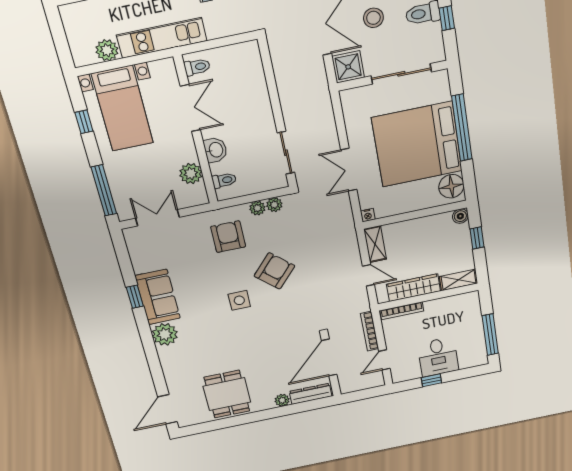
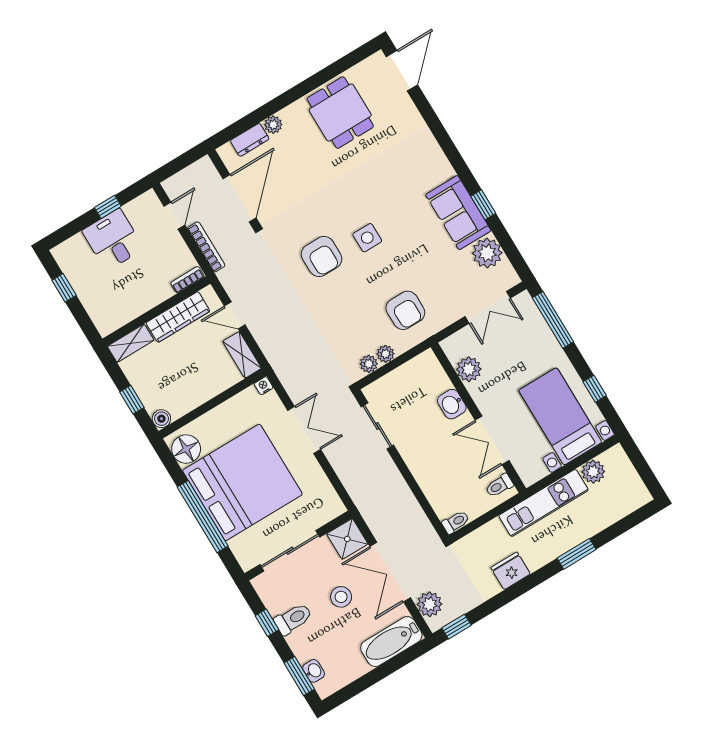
toilet: (224, 180) -> (456, 522), moved, turned 180
armchair: (274, 271) -> (322, 256), moved, turned -42
bookcase: (402, 311) -> (187, 280), width x0.64
plant: (165, 334) -> (487, 253), moved
window: (490, 335) -> (64, 288), width x0.46
dresser: (311, 394) -> (250, 140), width x0.70

